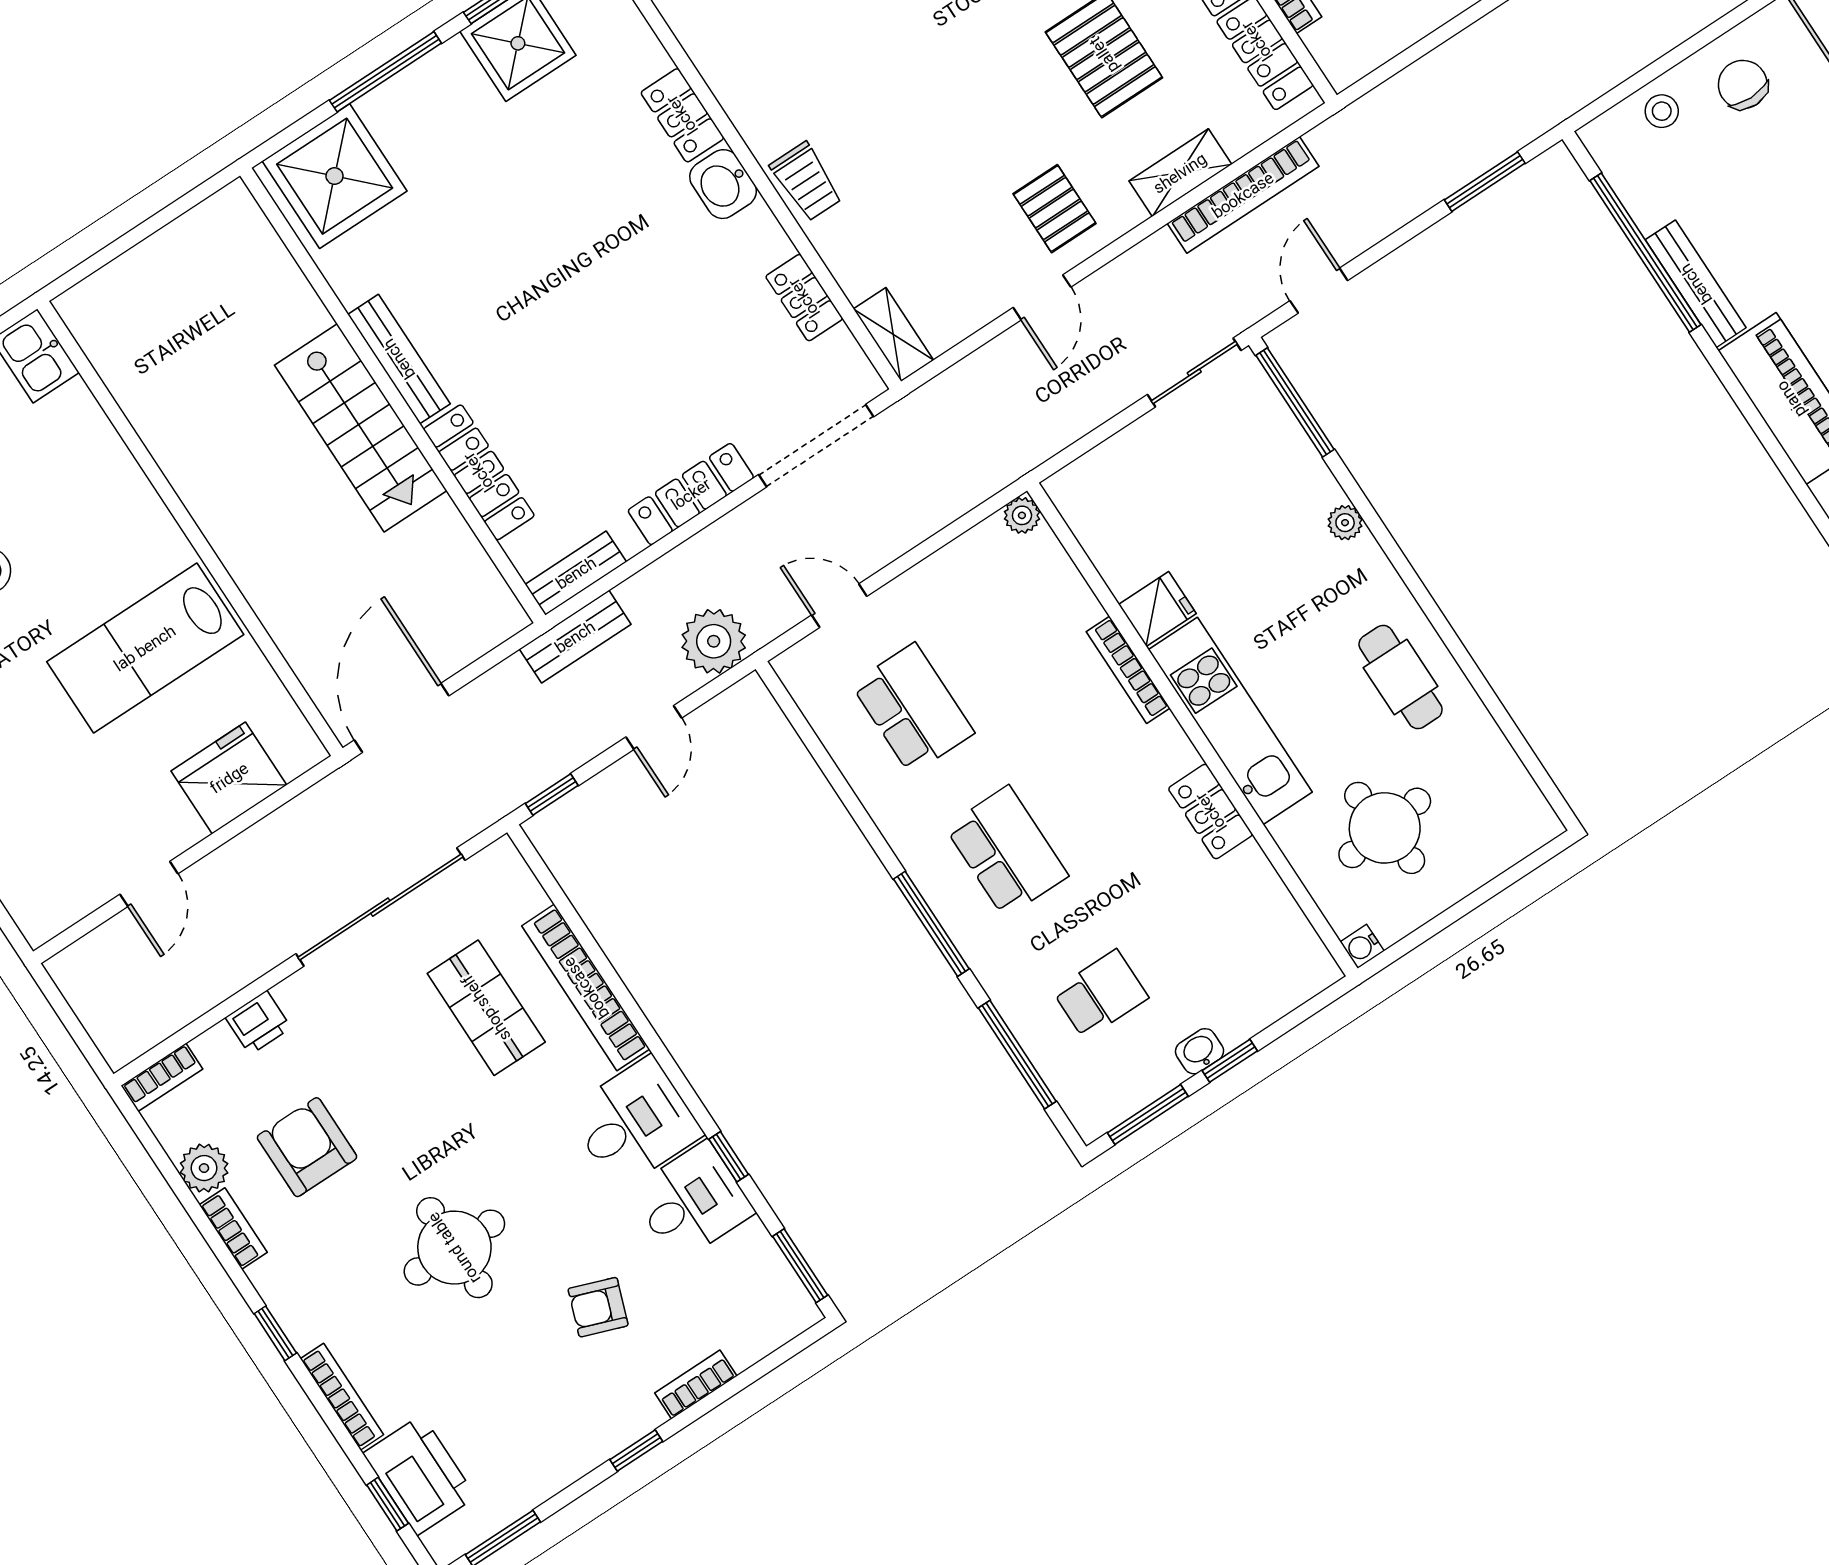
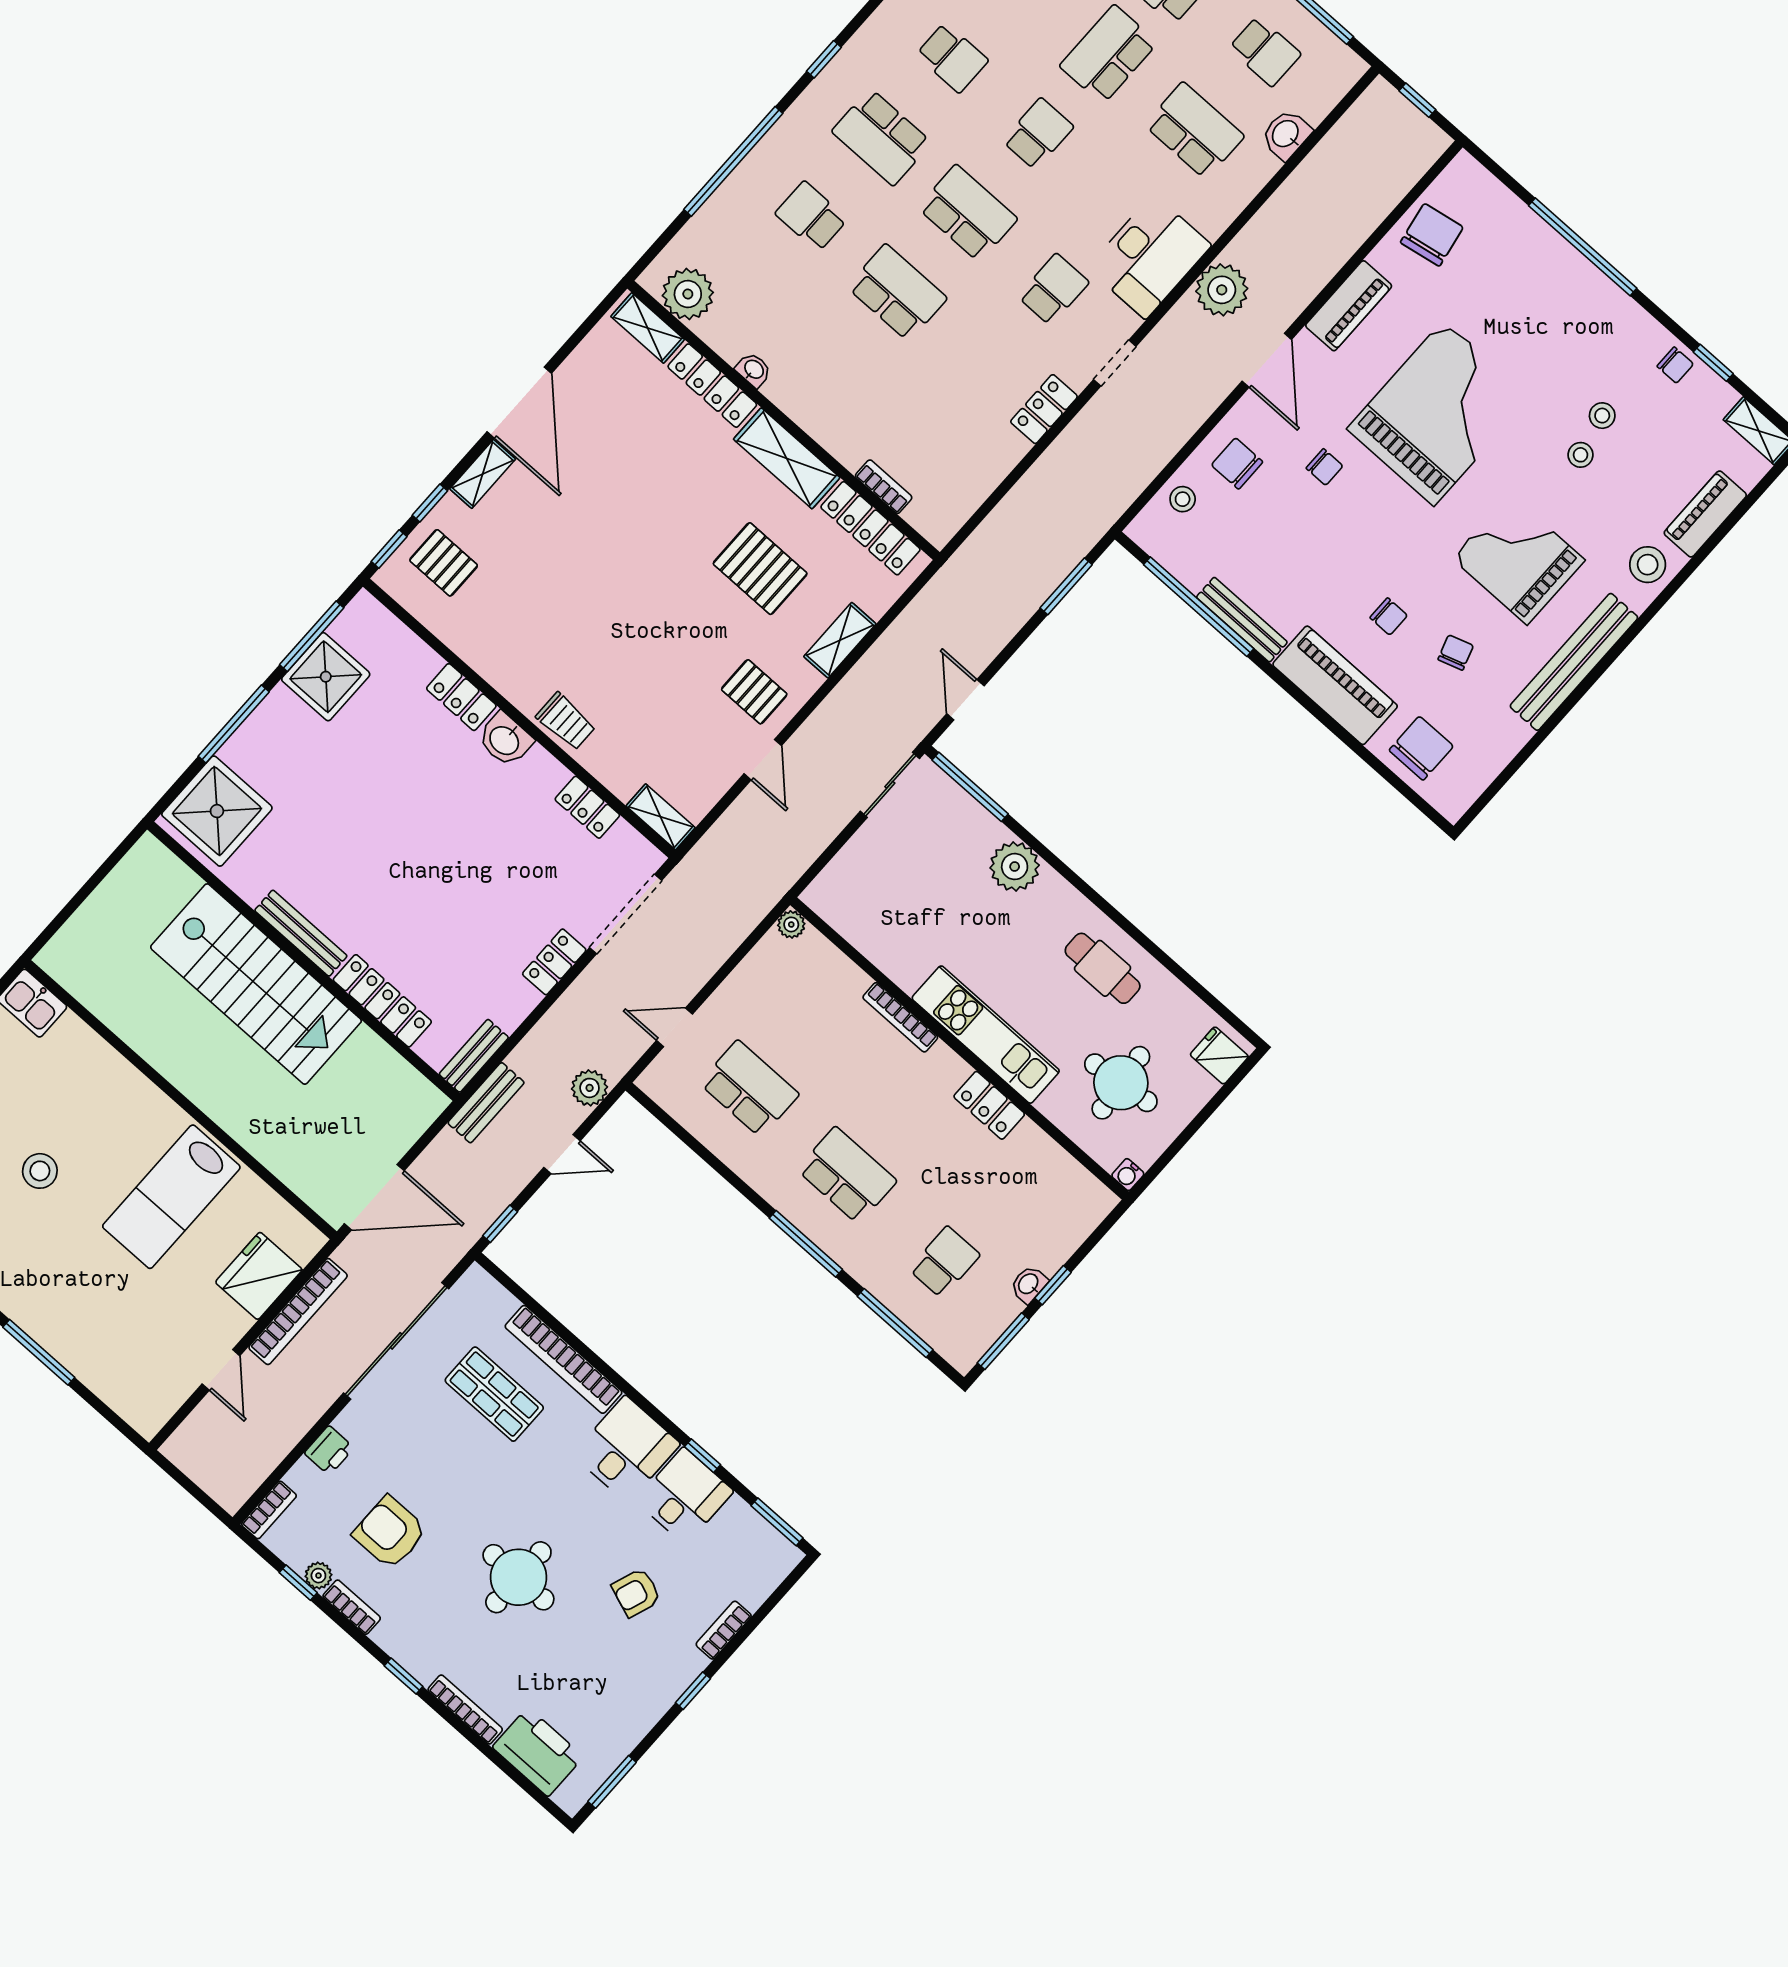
bookcase: (1243, 195) -> (298, 1312), moved
stairs: (361, 428) -> (256, 984), width x1.36, depth x1.51
locker: (691, 494) -> (554, 962), width x0.66
plant: (1345, 523) -> (1015, 867), width x1.88, depth x1.88
fridge: (1157, 609) -> (1219, 1055), moved, turned -90
plant: (714, 641) -> (590, 1088), width x0.73, depth x0.73
door: (402, 718) -> (374, 1197), swing flipped
door: (654, 727) -> (562, 1154), hinge flipped
plant: (204, 1168) -> (318, 1576), width x0.73, depth x0.73
window: (388, 1504) -> (298, 1583), moved

